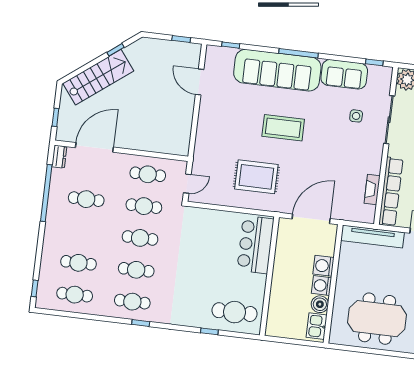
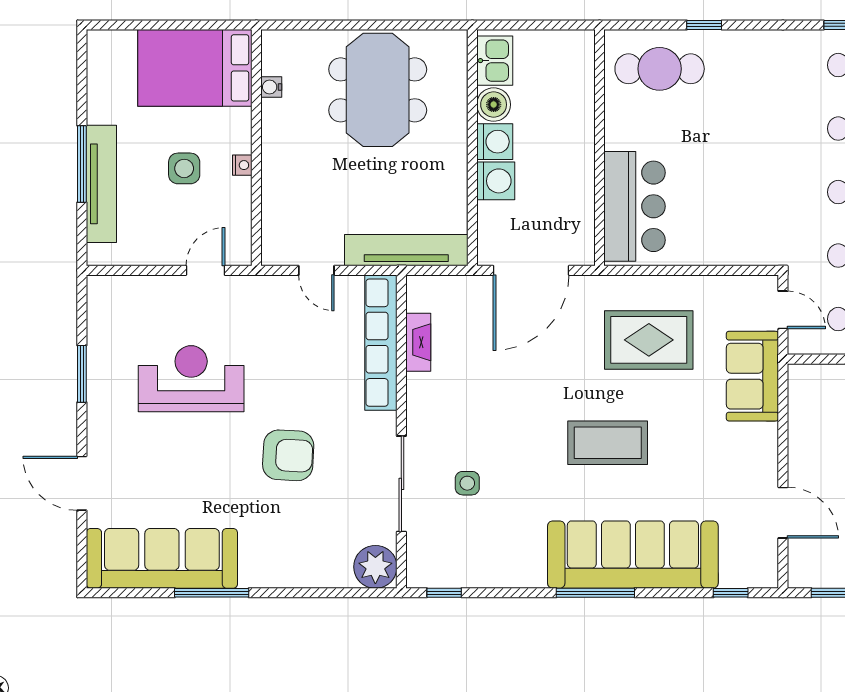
sofa: (344, 74) -> (752, 376), moved, turned -90
door: (187, 184) -> (783, 310), swing flipped
meeting table: (377, 319) -> (378, 90), turned 90

